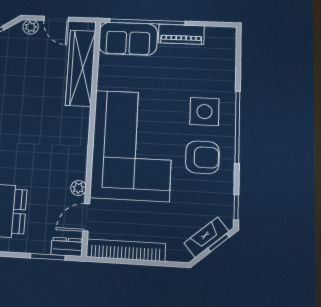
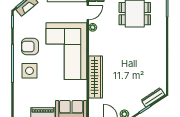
wardrobe: (81, 68) -> (96, 77), moved

